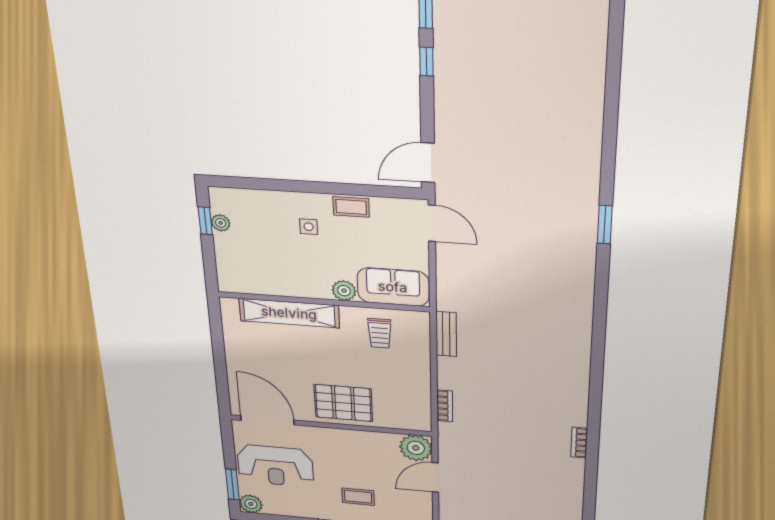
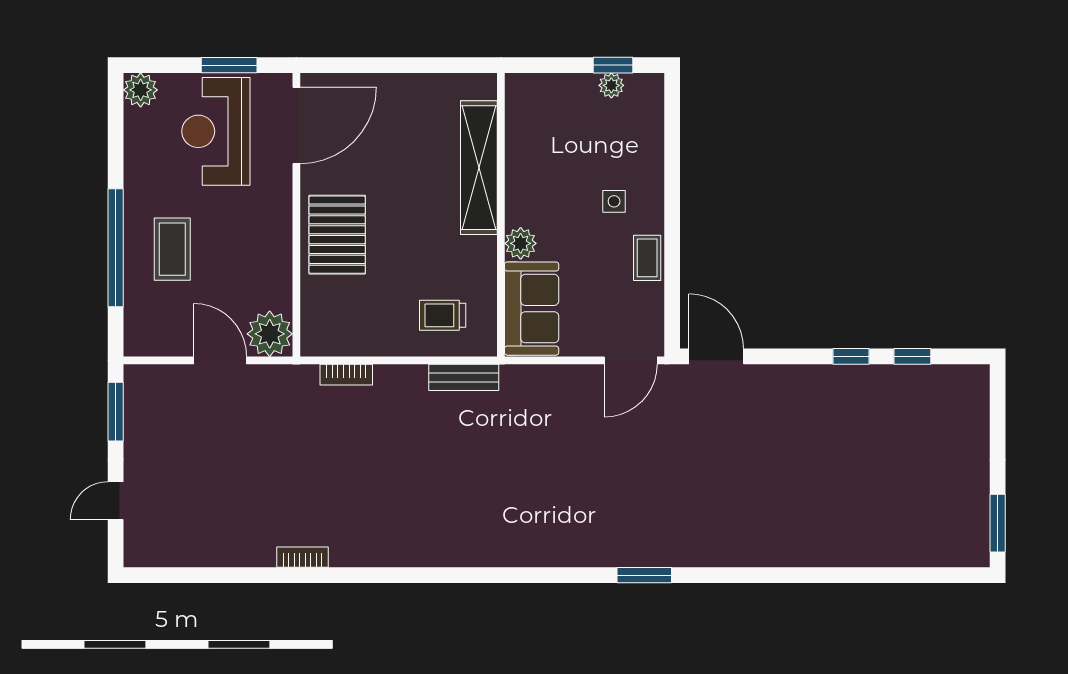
trolley: (380, 333) -> (443, 315), moved
window: (232, 485) -> (229, 65), moved
coffee table: (358, 497) -> (172, 249), width x1.36, depth x1.30

